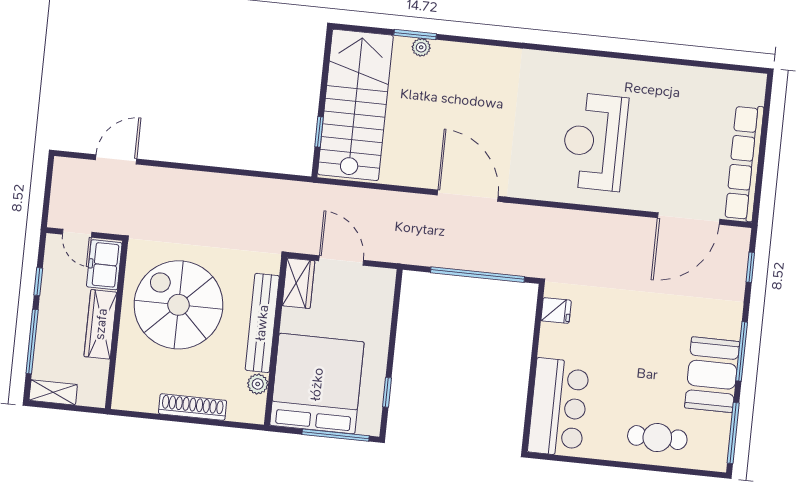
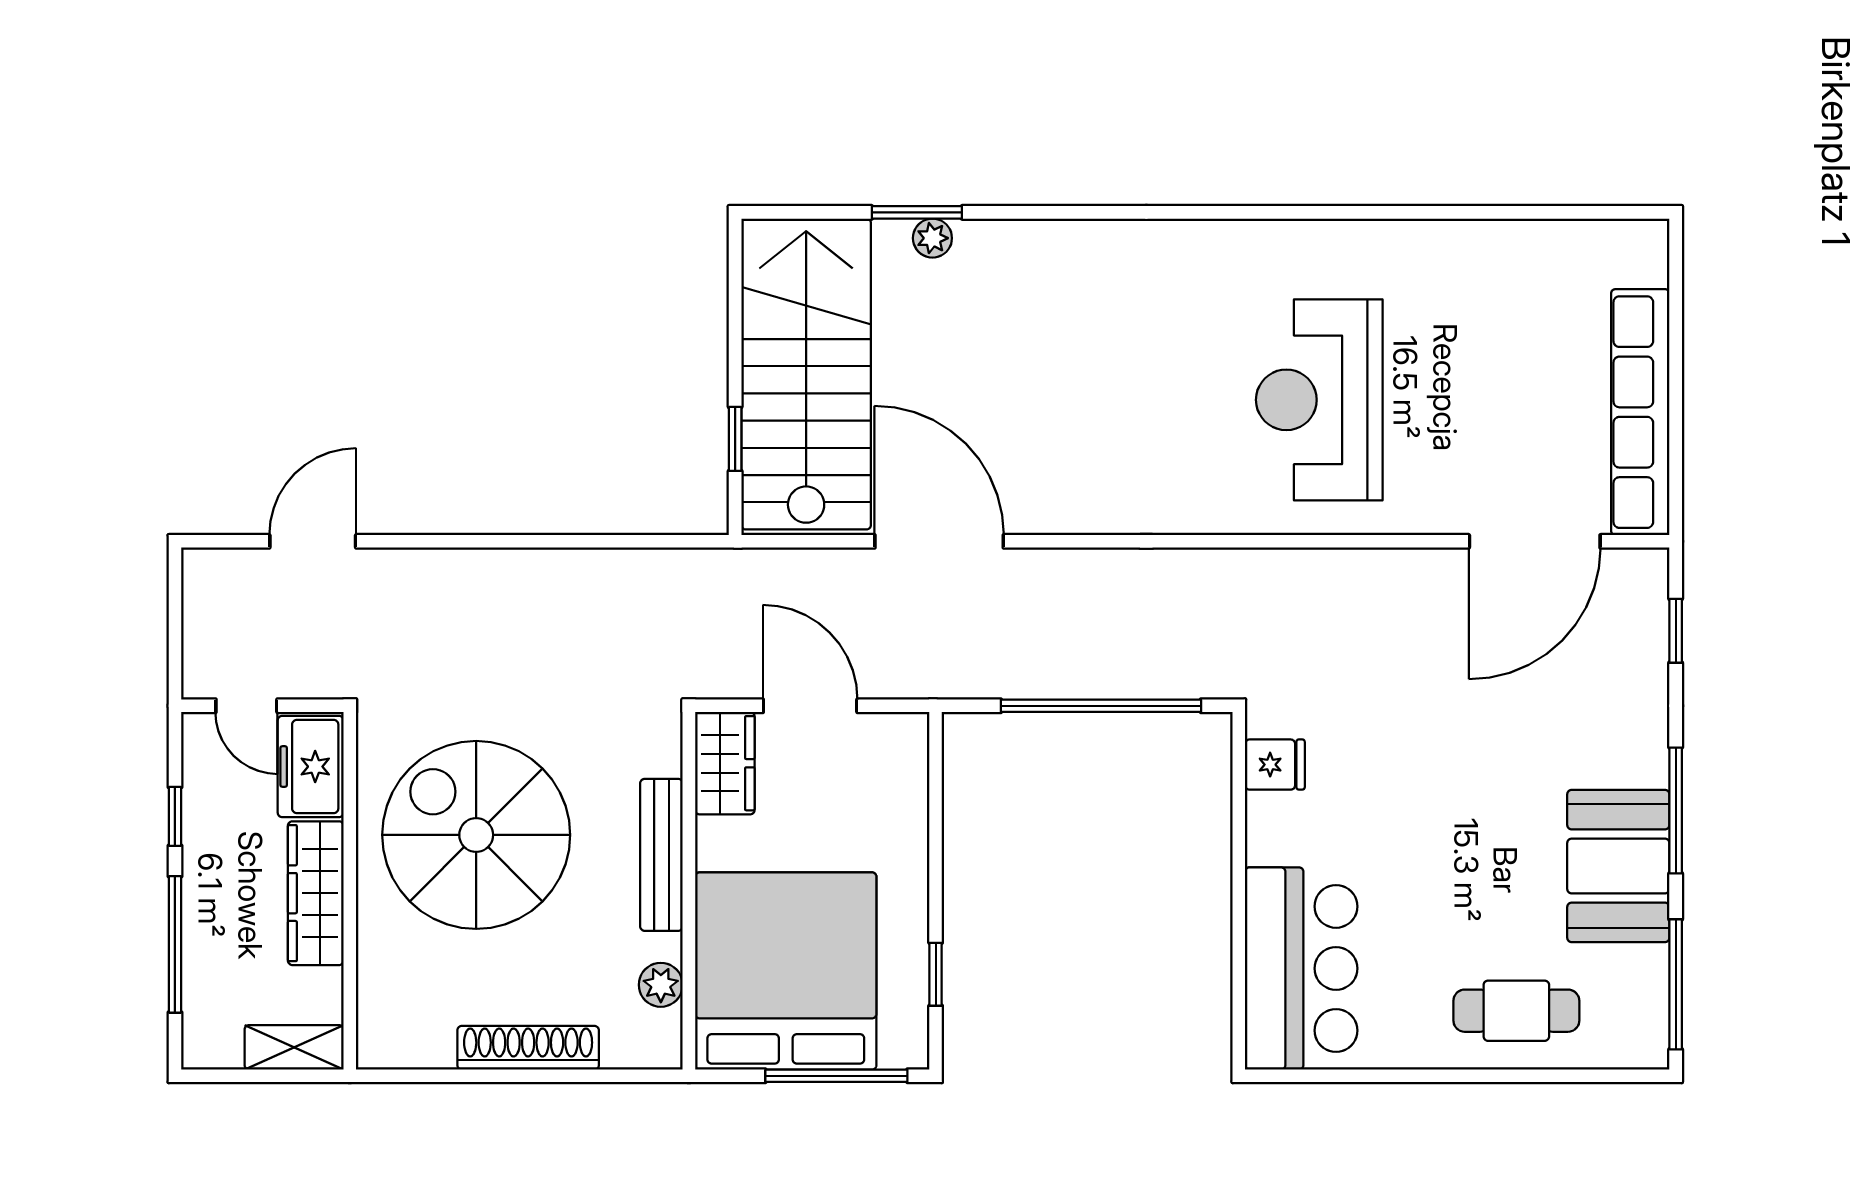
door: (468, 196) -> (939, 541), moved
bench: (262, 323) -> (661, 855), width x0.73, depth x0.82
shelving: (53, 392) -> (294, 1047), moved

